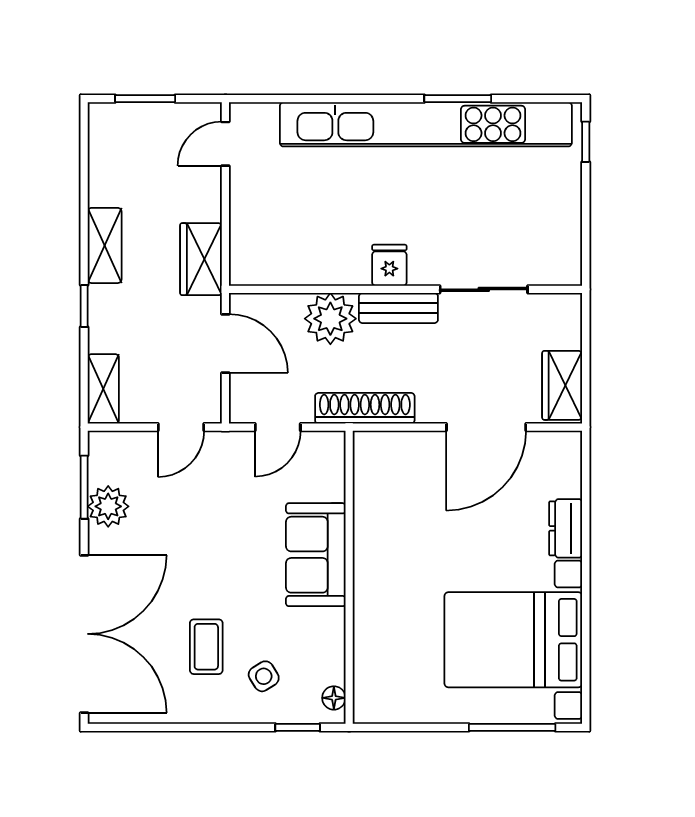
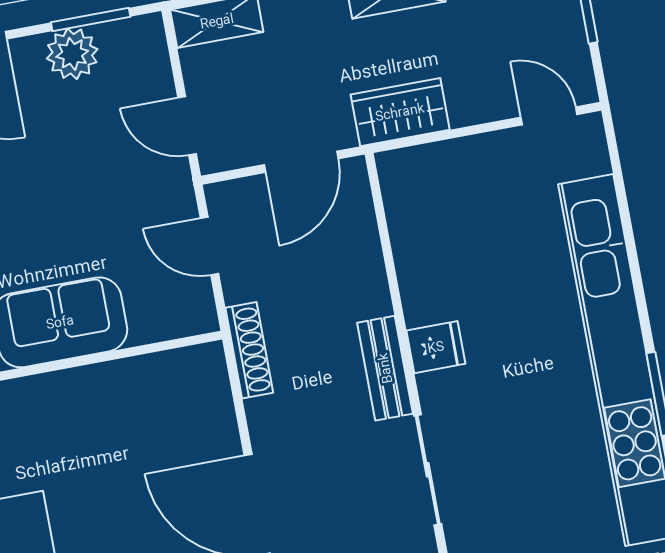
plant: (330, 319) -> (356, 286), removed
shoe rack: (365, 408) -> (249, 350), width x0.74, depth x0.81

